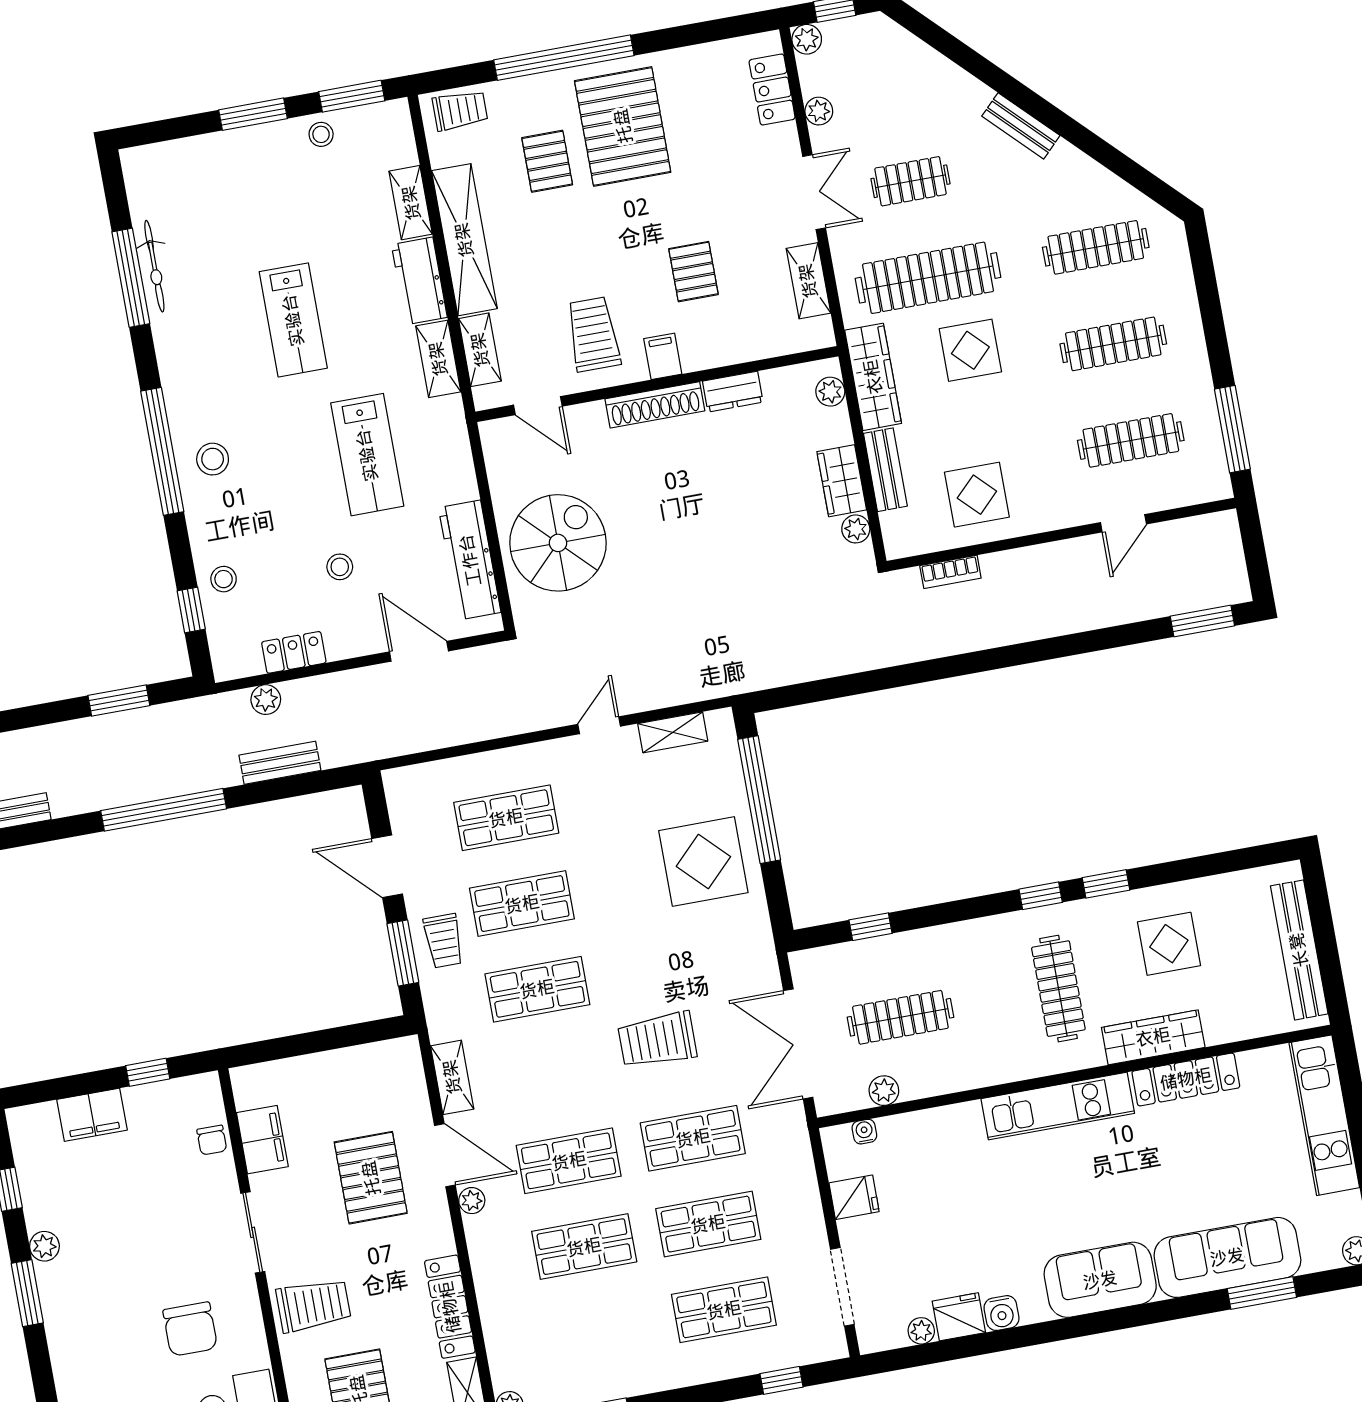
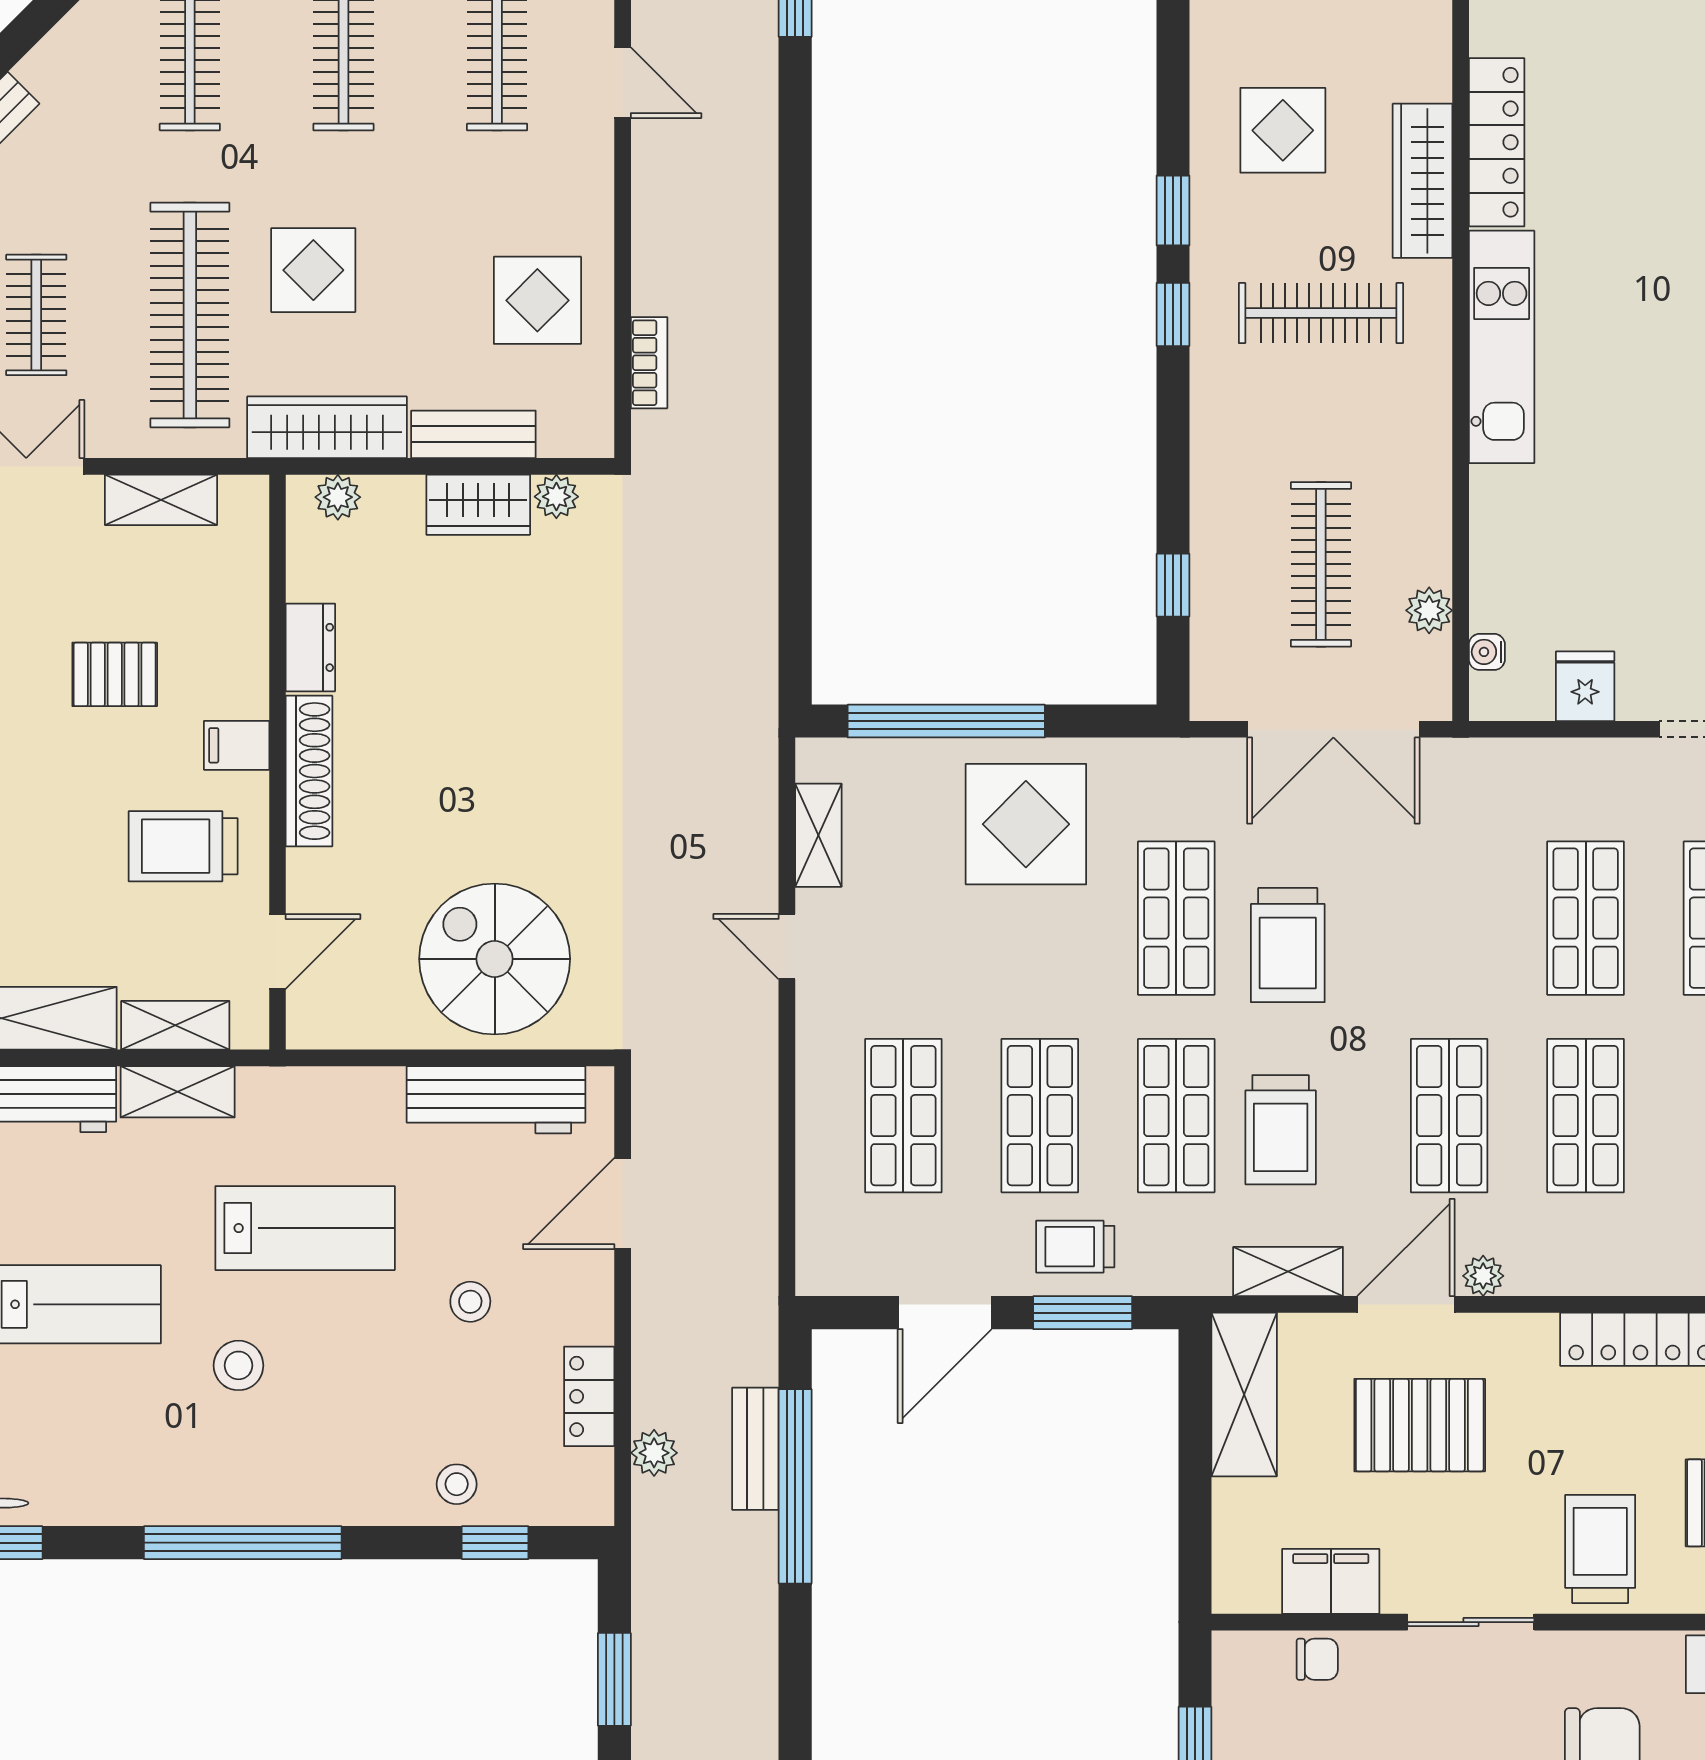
stool: (213, 459) -> (238, 1365), moved
window: (164, 810) -> (795, 1486), moved
trolley: (444, 941) -> (1075, 1247), turned 180
trolley: (540, 1057) -> (1281, 1130), added
shelving: (370, 1064) -> (1244, 1394), added
shop shelf: (693, 1138) -> (1176, 918), moved

